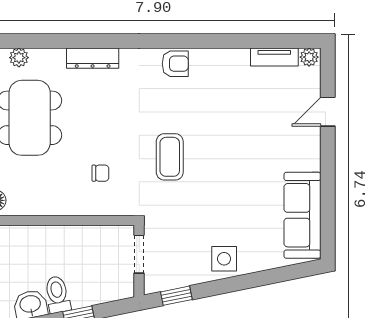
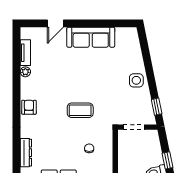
plant: (309, 57) -> (25, 72), moved
door: (328, 112) -> (55, 23), hinge flipped
sofa: (302, 215) -> (91, 37), moved

